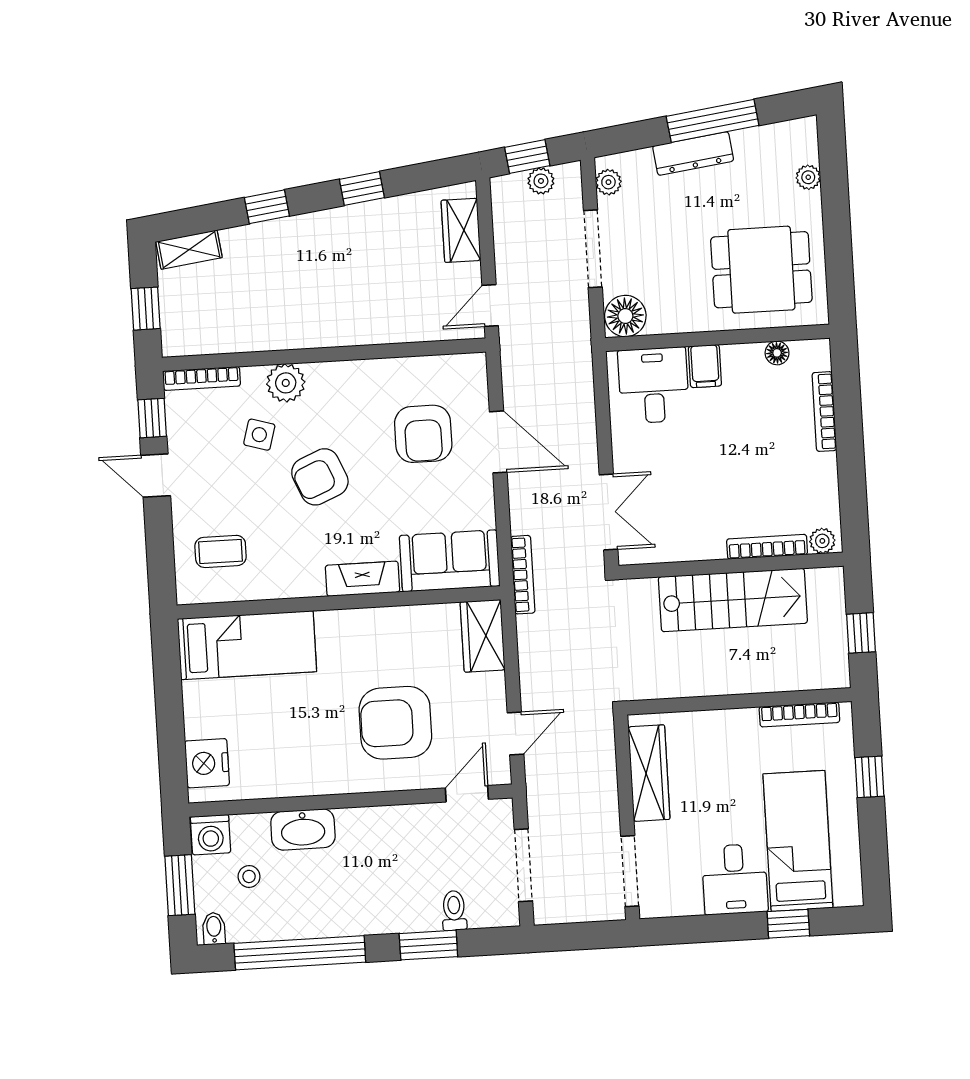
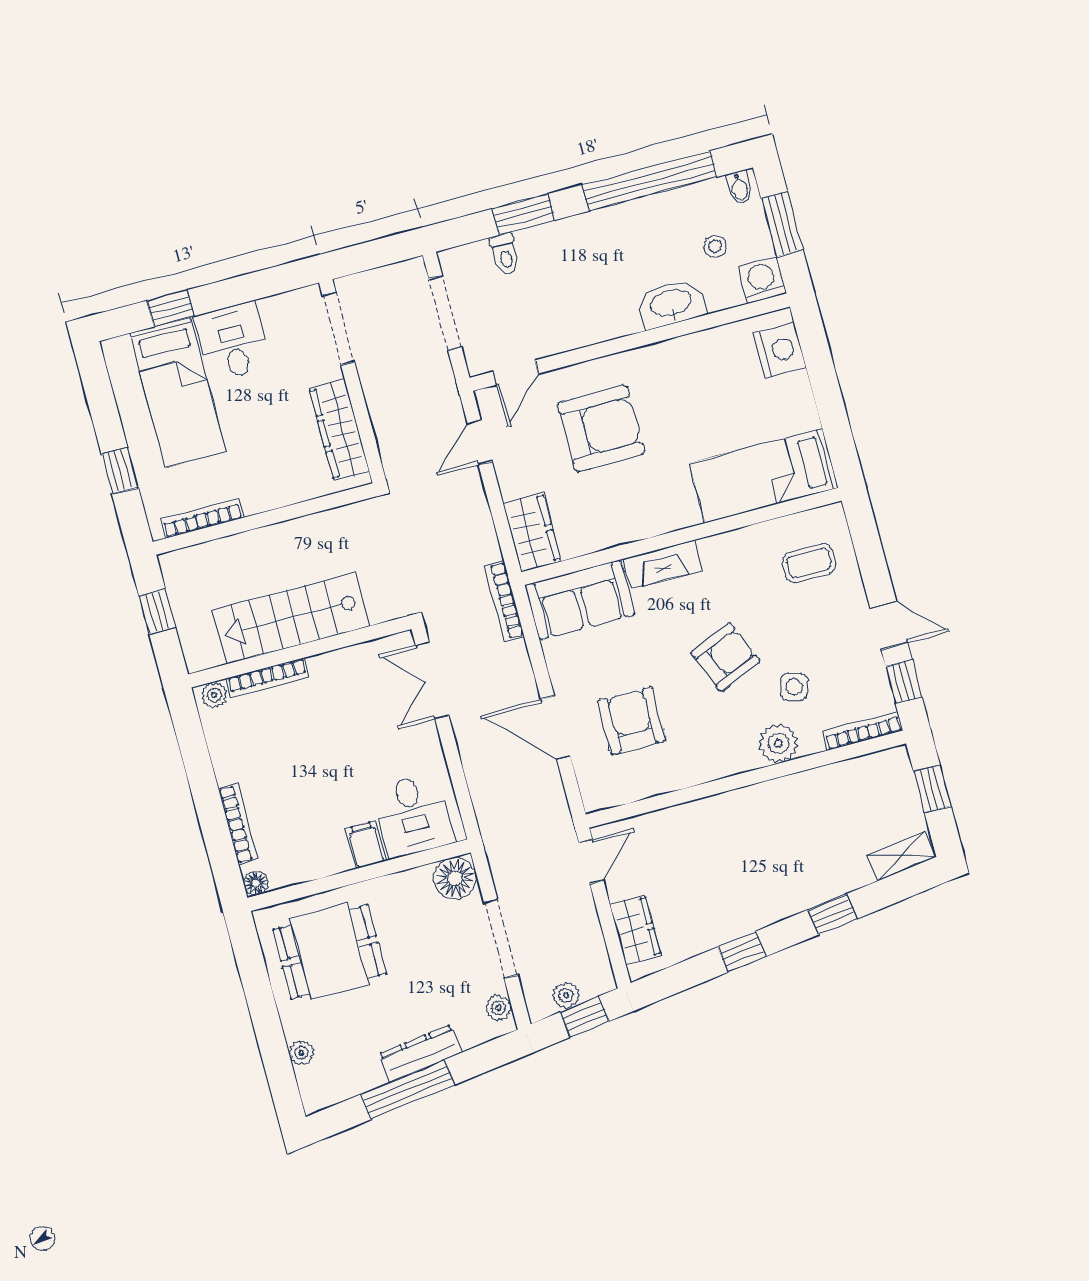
floor lamp: (777, 353) -> (256, 883), moved

